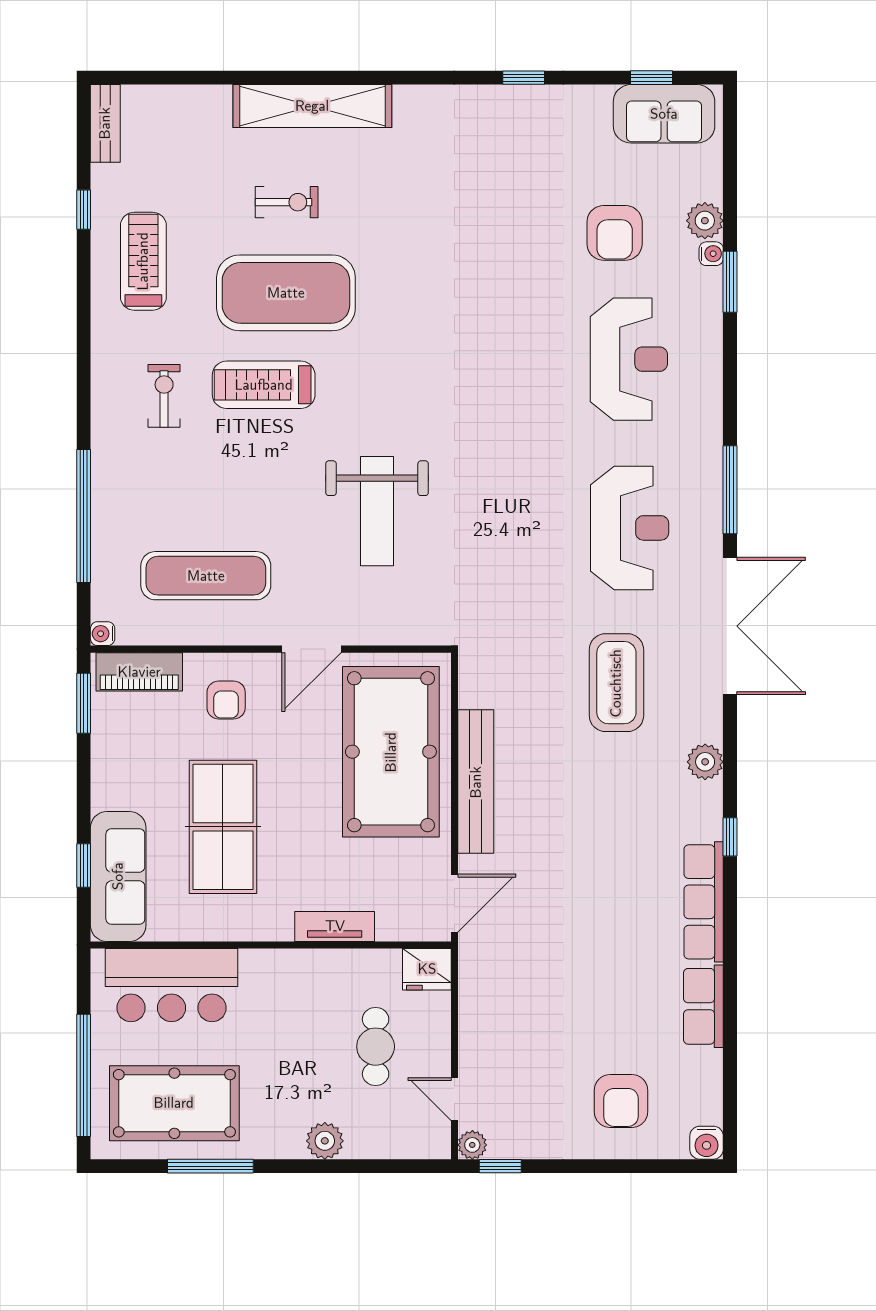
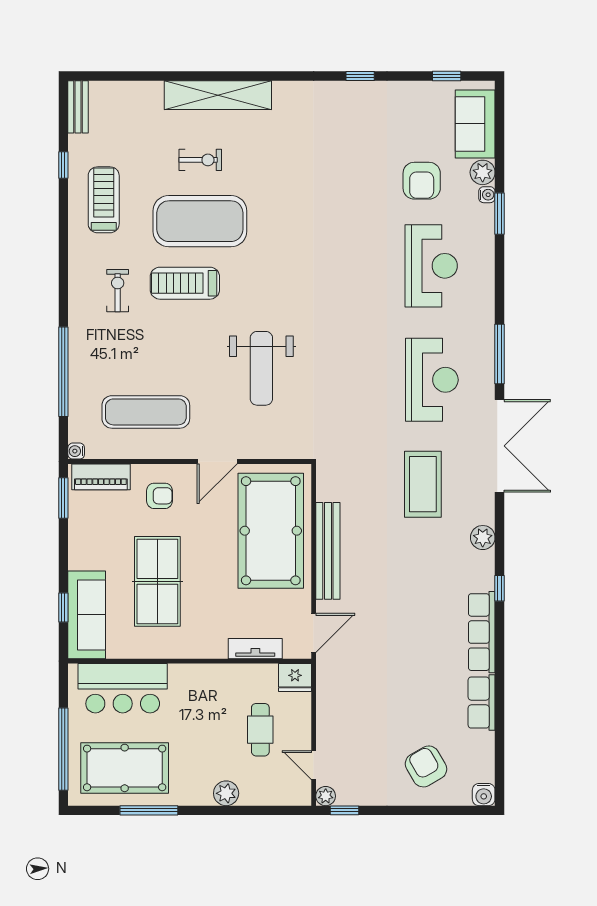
sofa: (664, 114) -> (475, 124), moved, turned 90
armchair: (226, 700) -> (160, 496), turned -90
tv unit: (335, 926) -> (255, 649), moved
armchair: (621, 1101) -> (426, 766), turned 150

